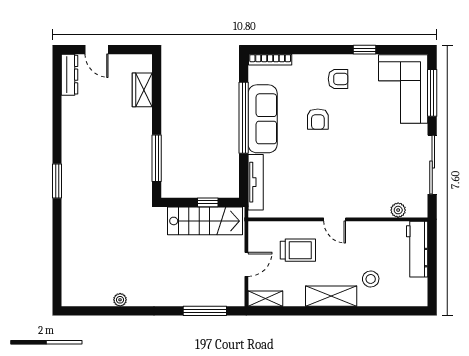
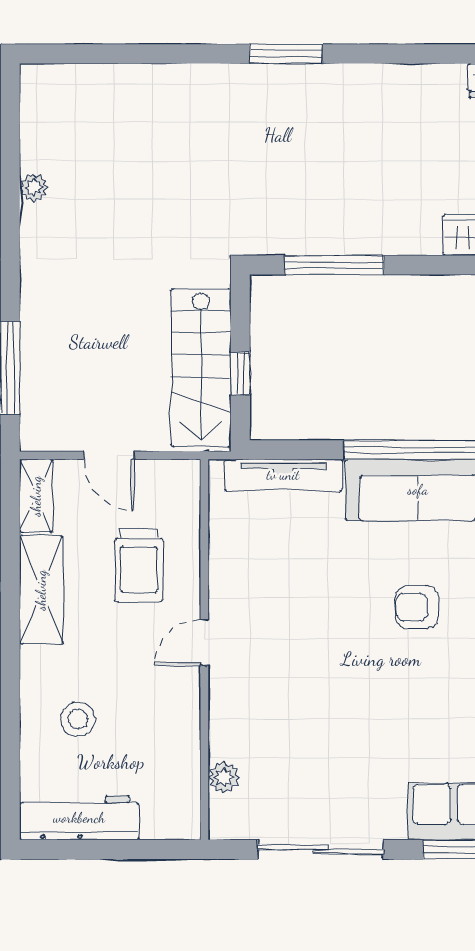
workbench: (417, 249) -> (79, 818), moved
shelving: (331, 296) -> (41, 590), moved

